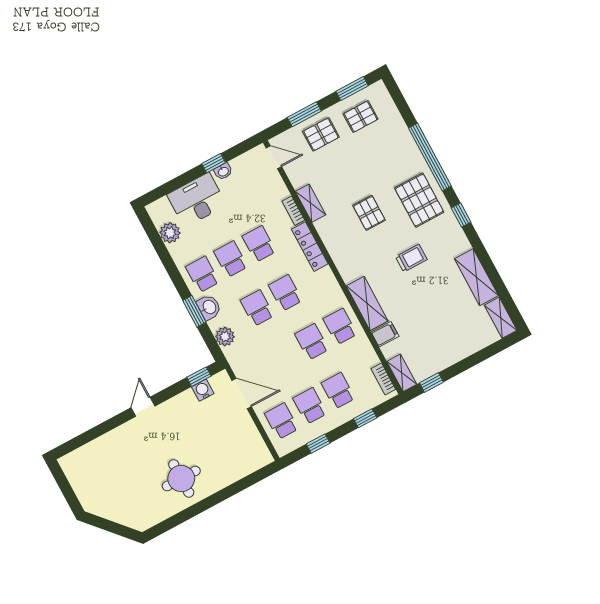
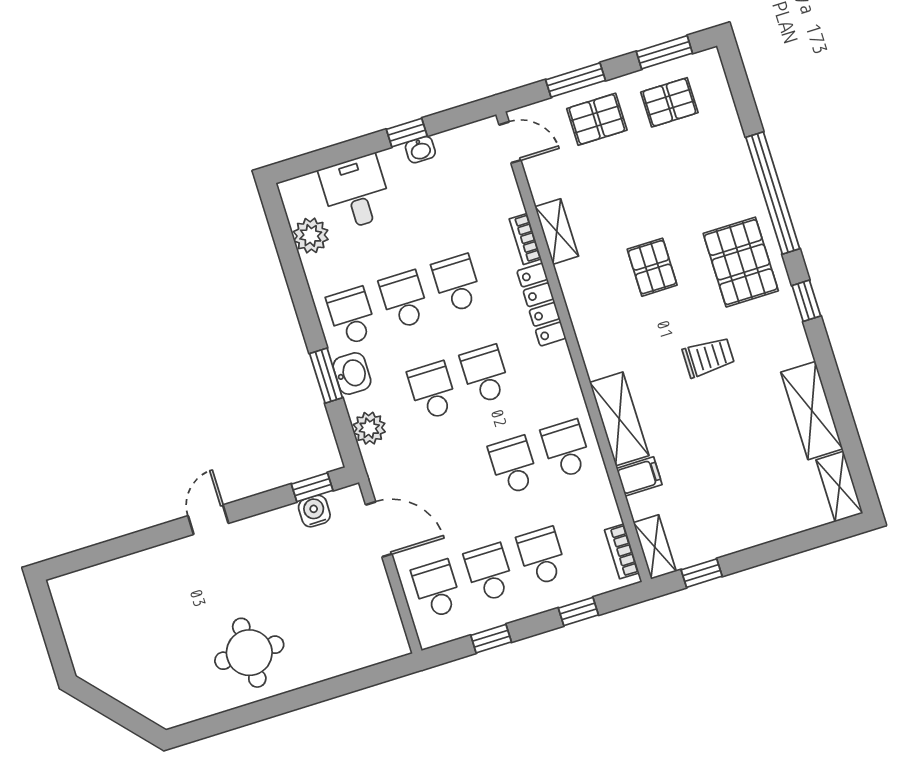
desk: (197, 200) -> (356, 192), width x0.73

